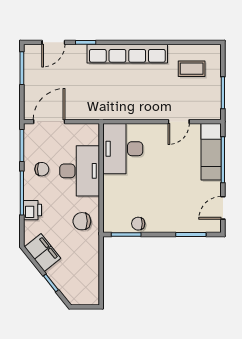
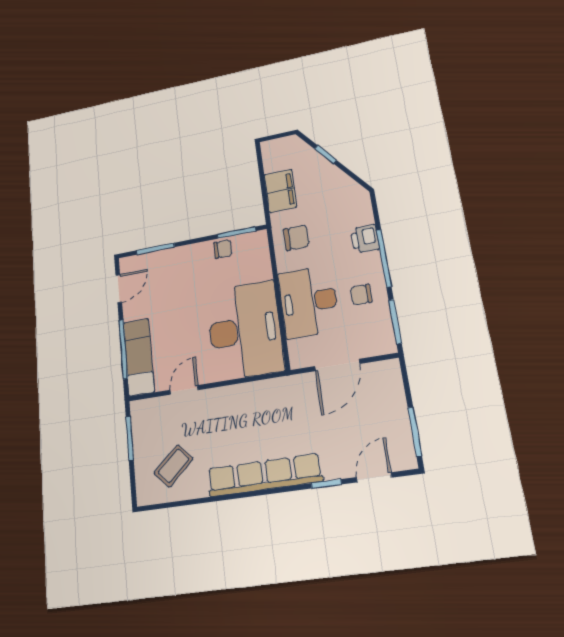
coffee table: (192, 69) -> (174, 466), turned -42
door: (49, 122) -> (337, 365), moved
desk: (123, 149) -> (245, 330), width x1.36, depth x1.30
filing cabinet: (43, 253) -> (280, 191), moved, turned -141

